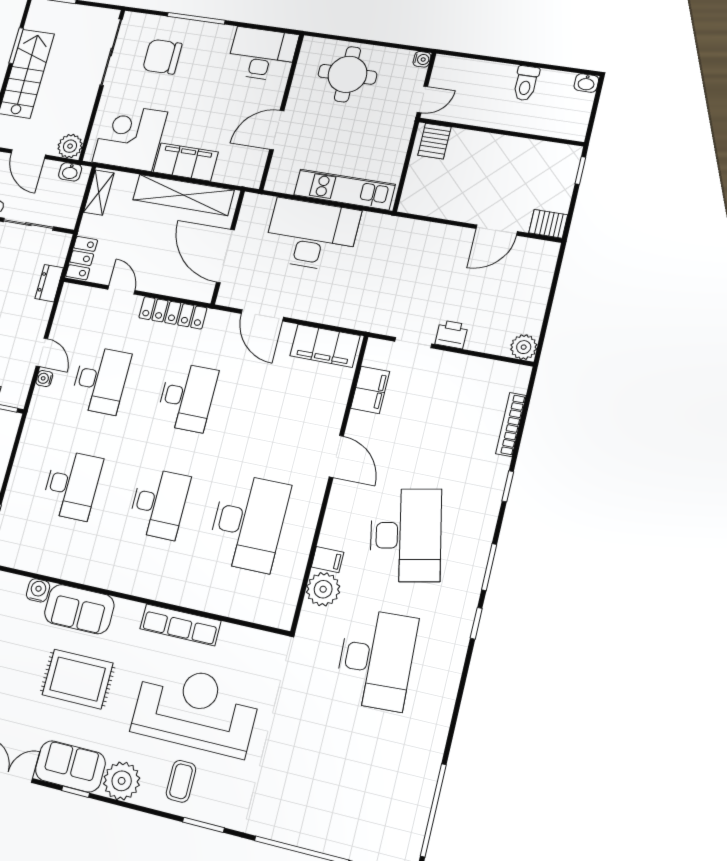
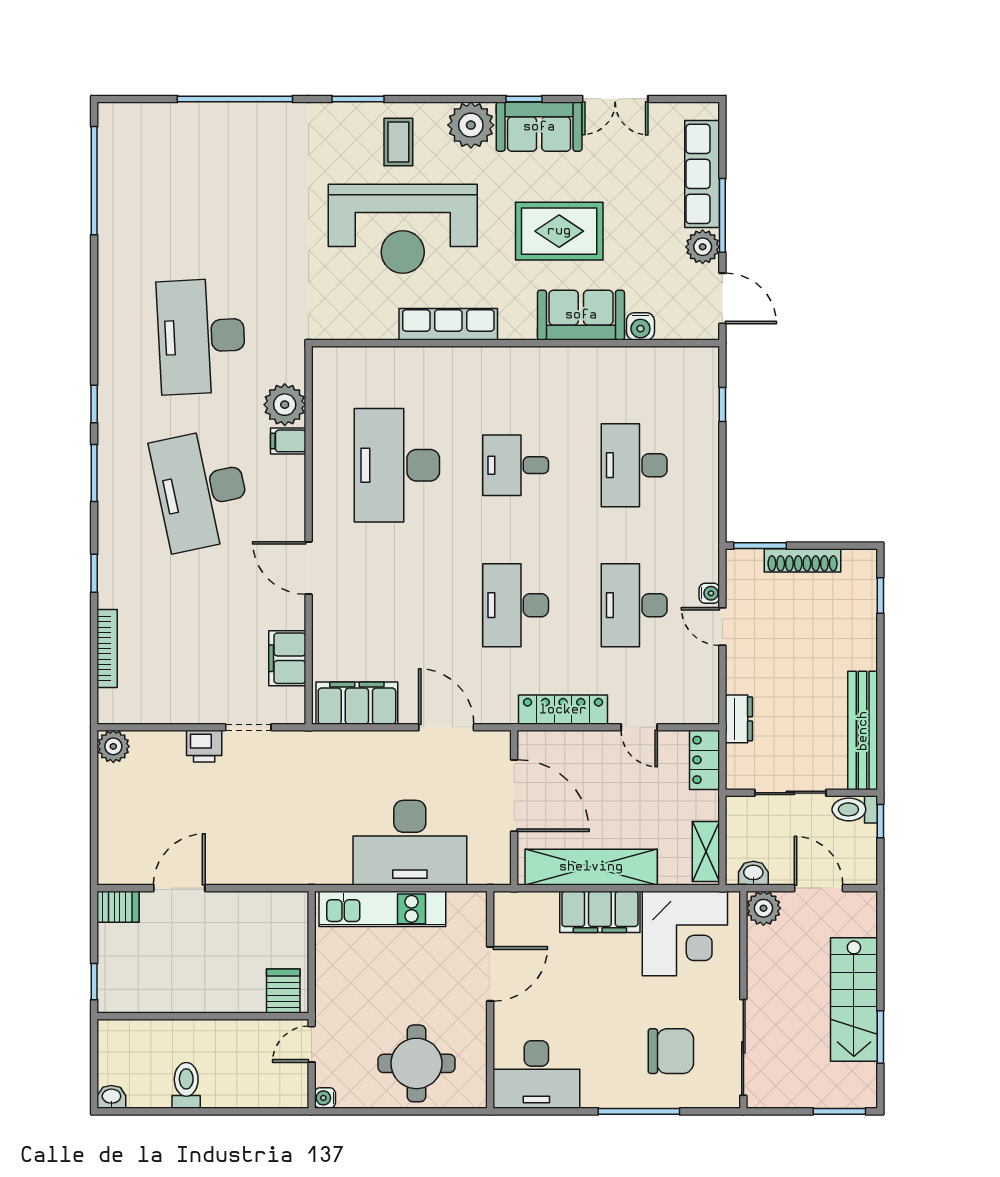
desk: (159, 504) -> (516, 465), width x0.73

